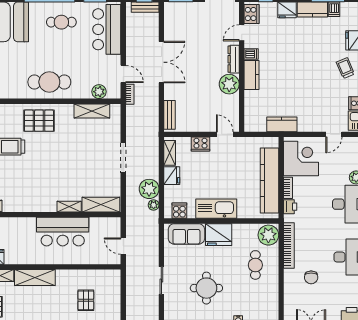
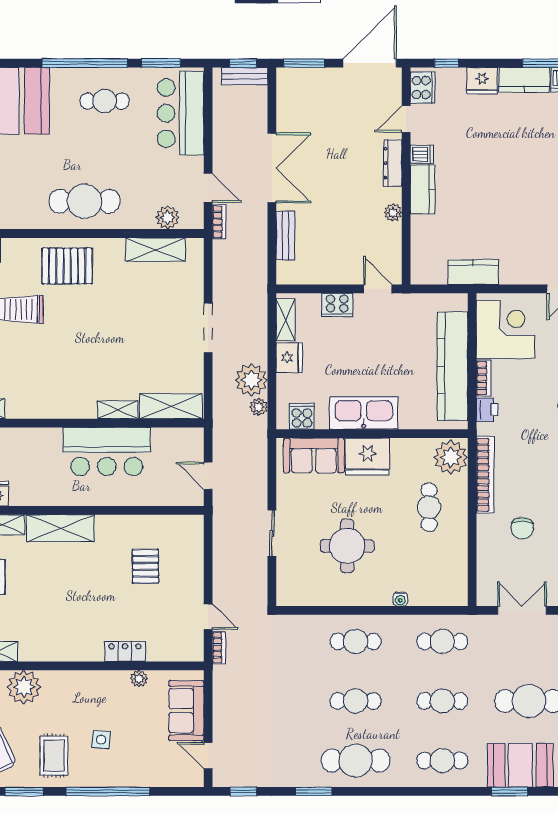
plant: (229, 84) -> (393, 213), width x0.53, depth x0.53
bench: (170, 115) -> (285, 236), moved

